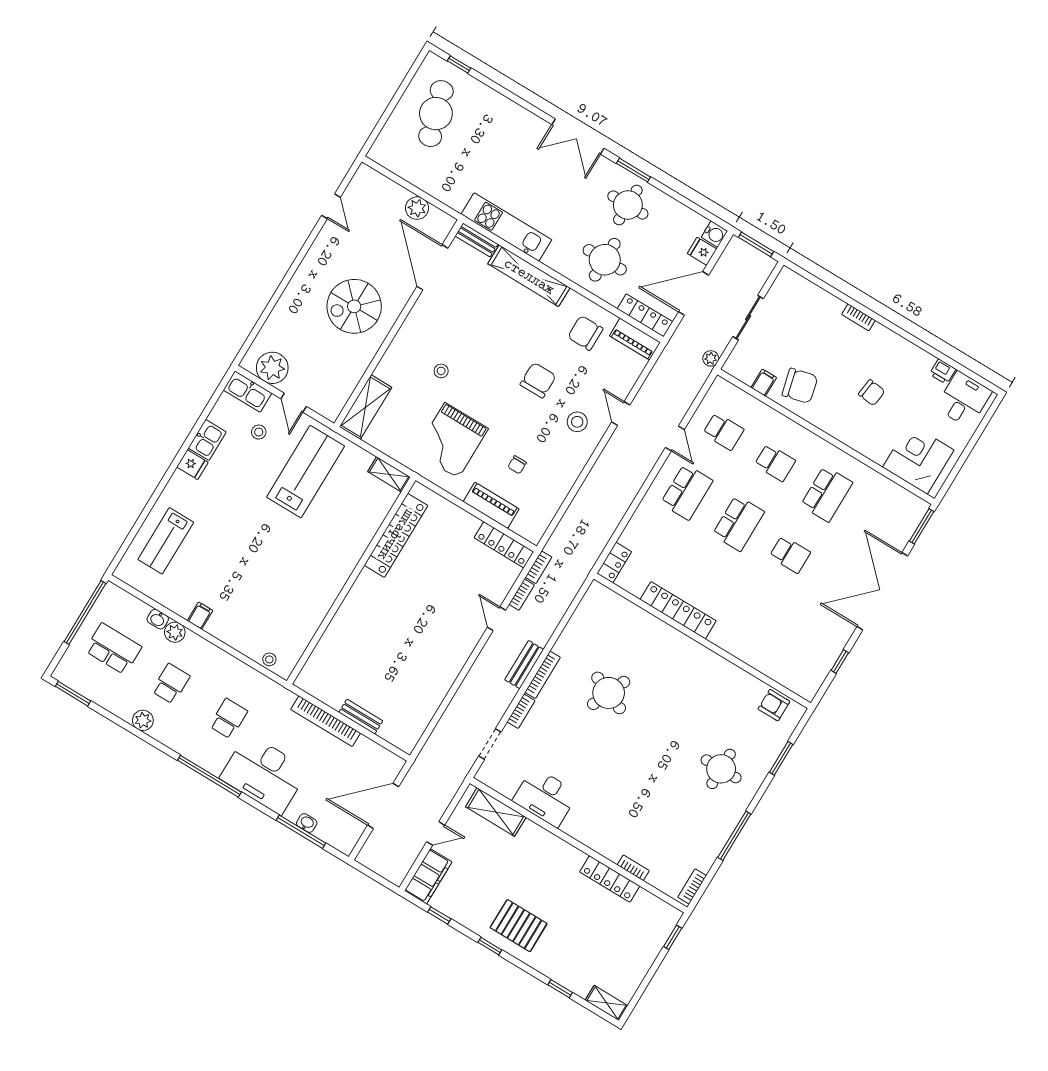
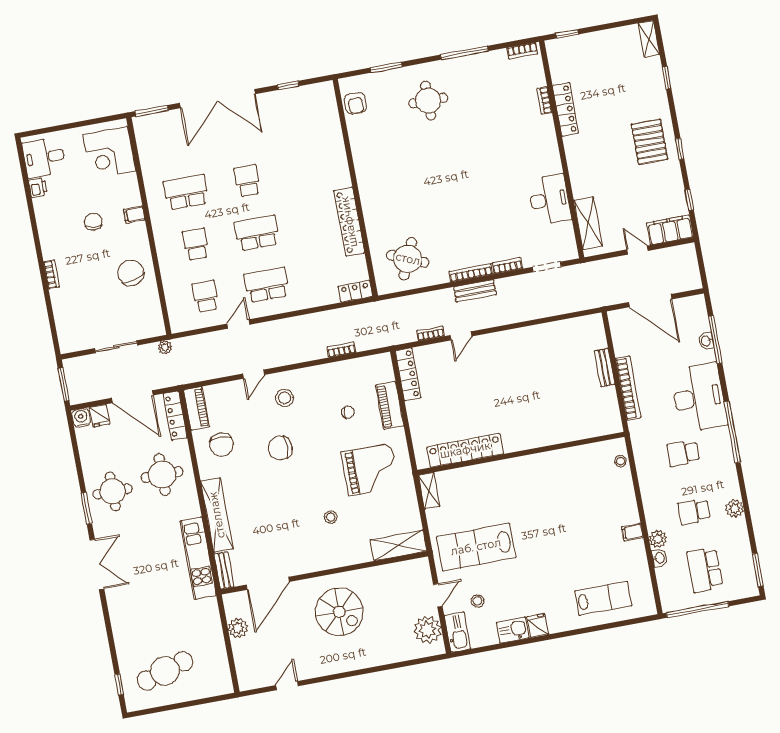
filing cabinet: (764, 383) -> (134, 215), moved
bookcase: (539, 567) -> (341, 350), moved
round table: (609, 693) -> (408, 259), moved

